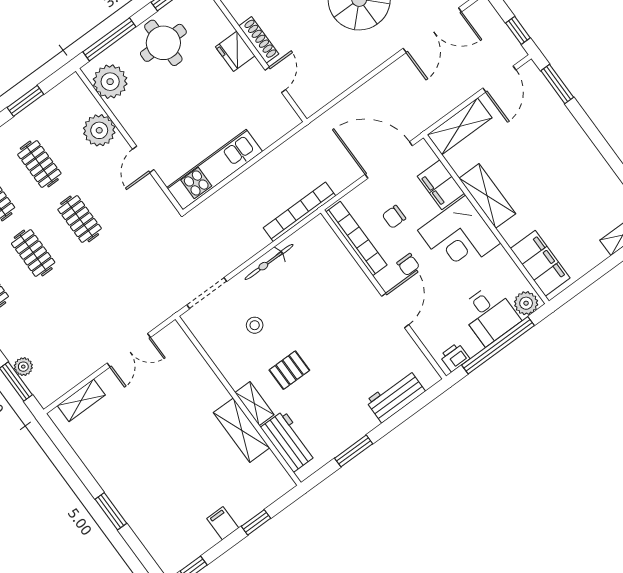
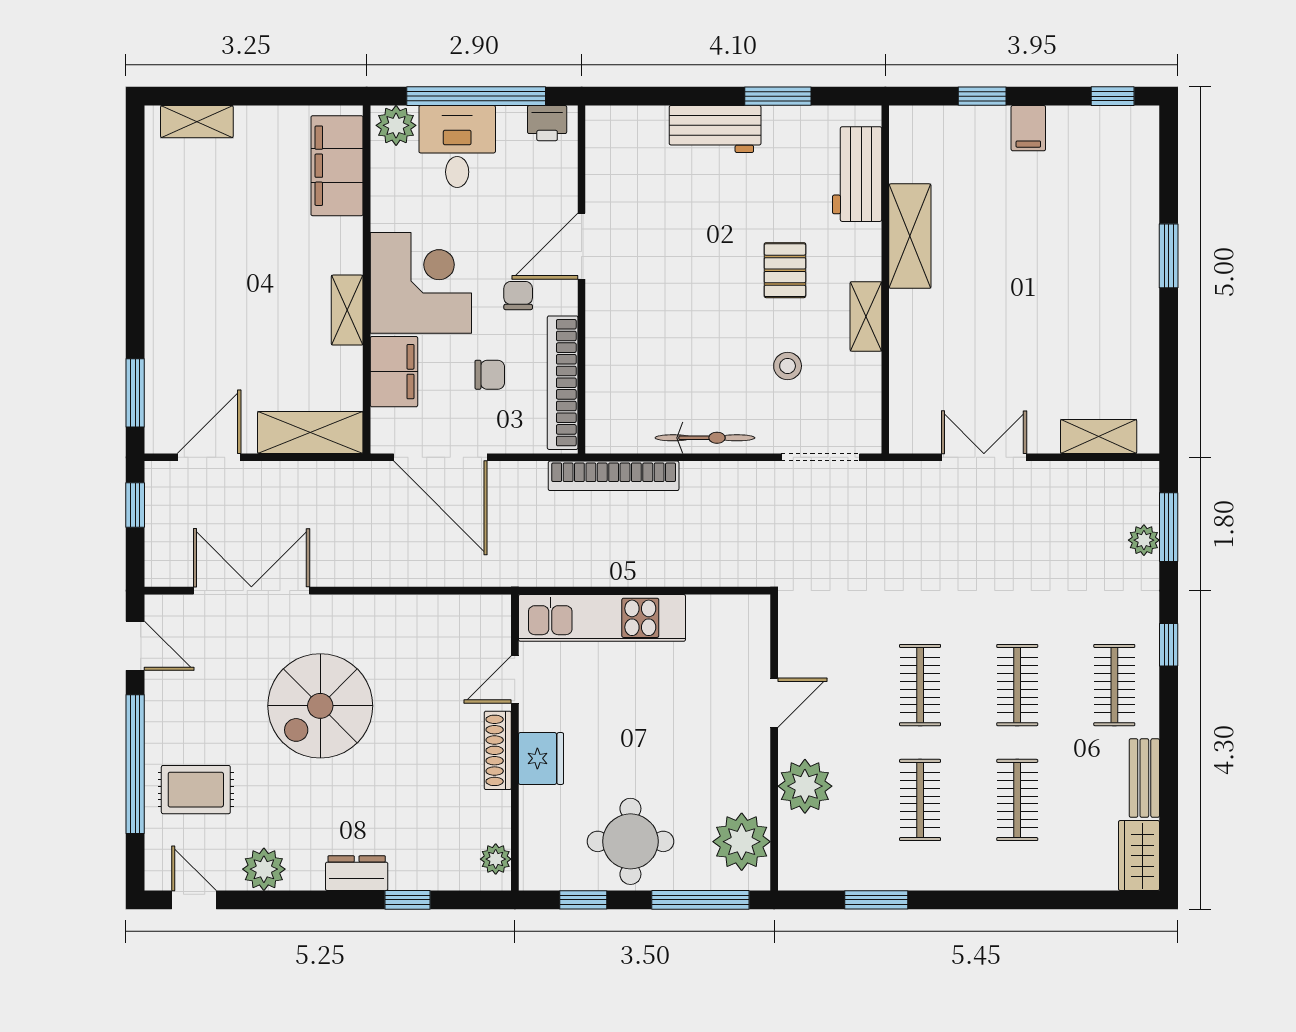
kitchen unit: (215, 170) -> (602, 618), moved
shelving: (487, 196) -> (347, 310), width x0.67, depth x0.75
pallet: (289, 370) -> (785, 270), turned 90
workbench: (396, 396) -> (715, 129), moved
shelving: (254, 404) -> (866, 316), moved

